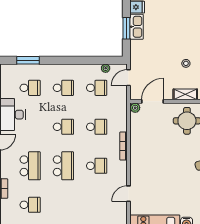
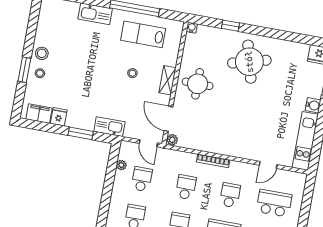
kitchen sink: (137, 27) -> (109, 127), moved
door: (128, 78) -> (148, 143), moved
door: (128, 194) -> (268, 165), hinge flipped
school desk: (97, 205) -> (274, 203), added

